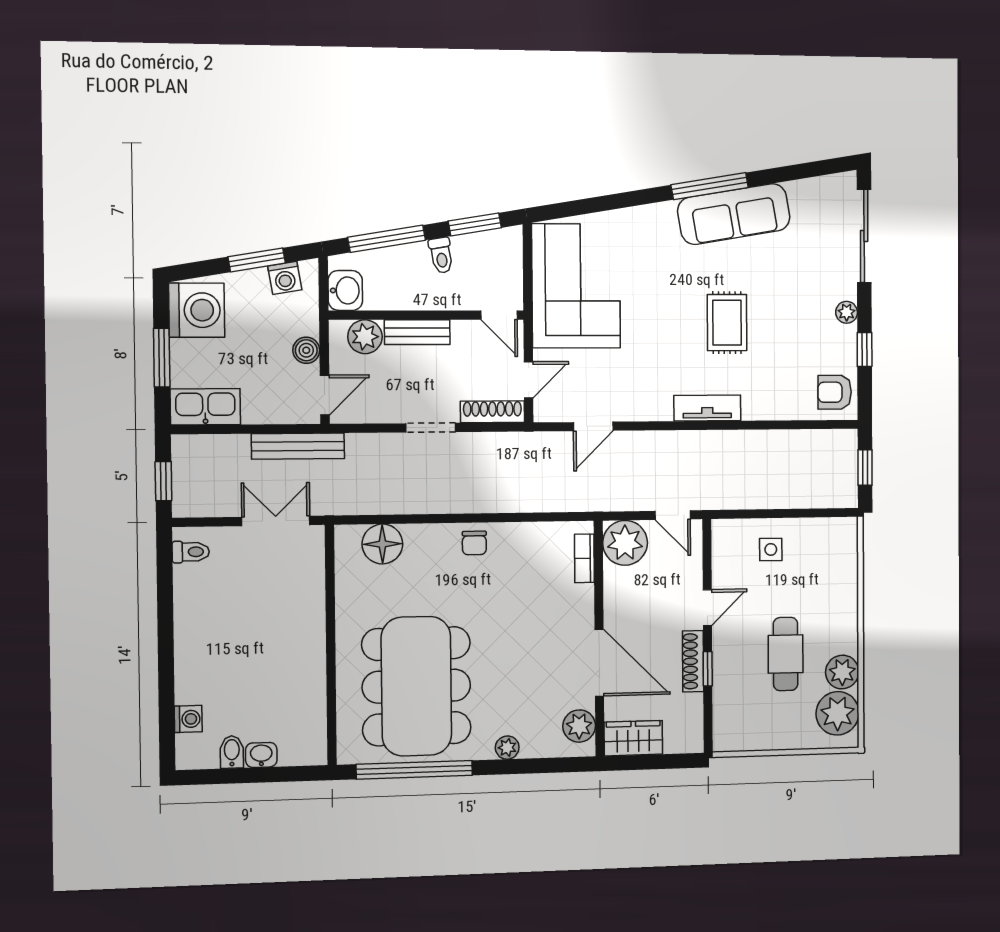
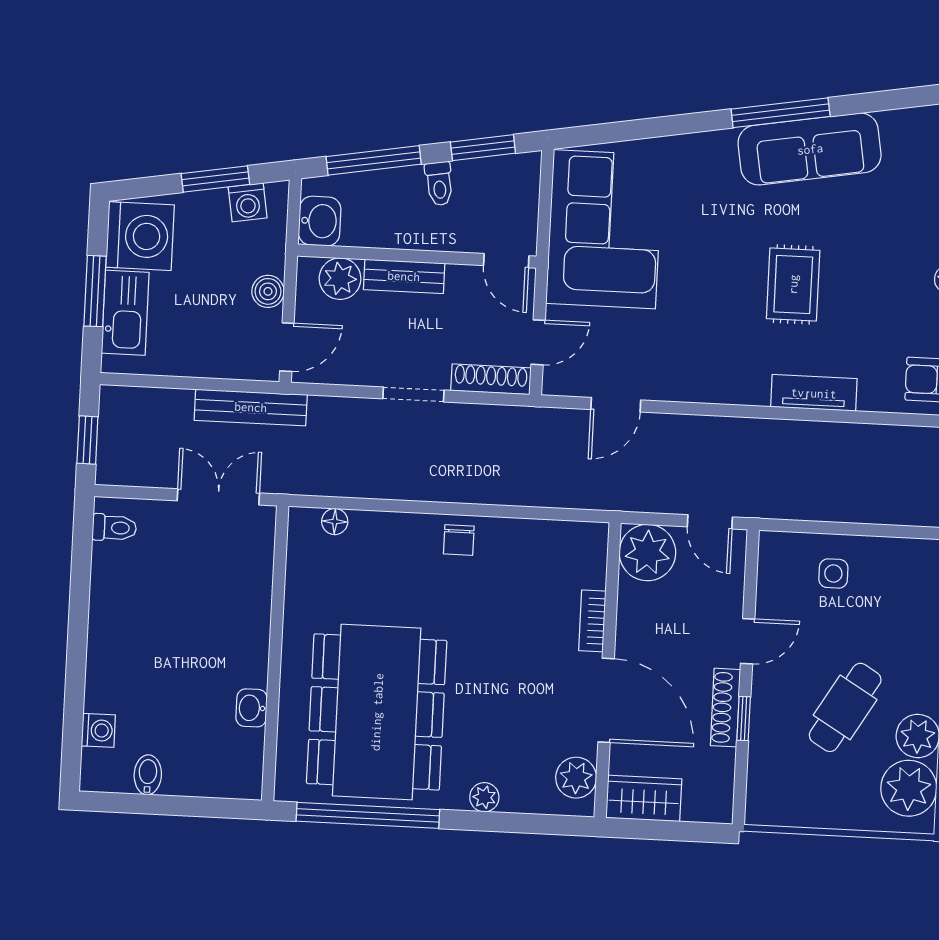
kitchen sink: (205, 407) -> (125, 313), moved, turned 90
tv unit: (707, 408) -> (814, 393), moved
floor lamp: (382, 544) -> (335, 522), width x0.53, depth x0.53
bookcase: (584, 558) -> (592, 621), moved
cafe table: (786, 654) -> (845, 707), turned 31
washbasin: (261, 755) -> (252, 708), moved, turned -90

